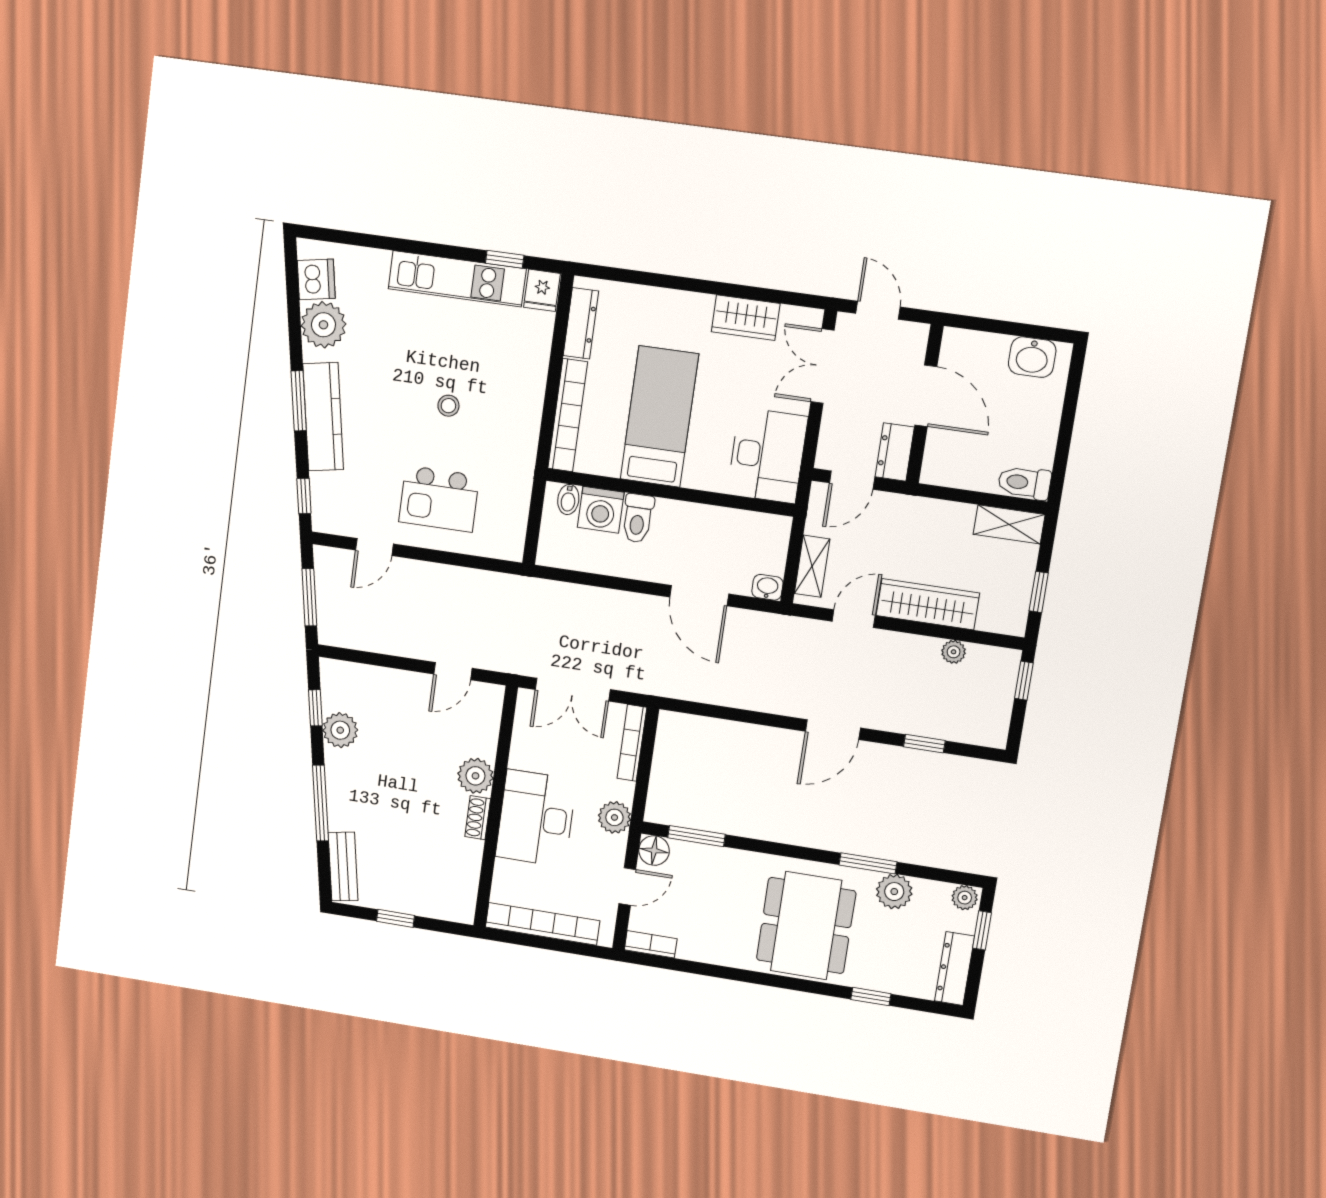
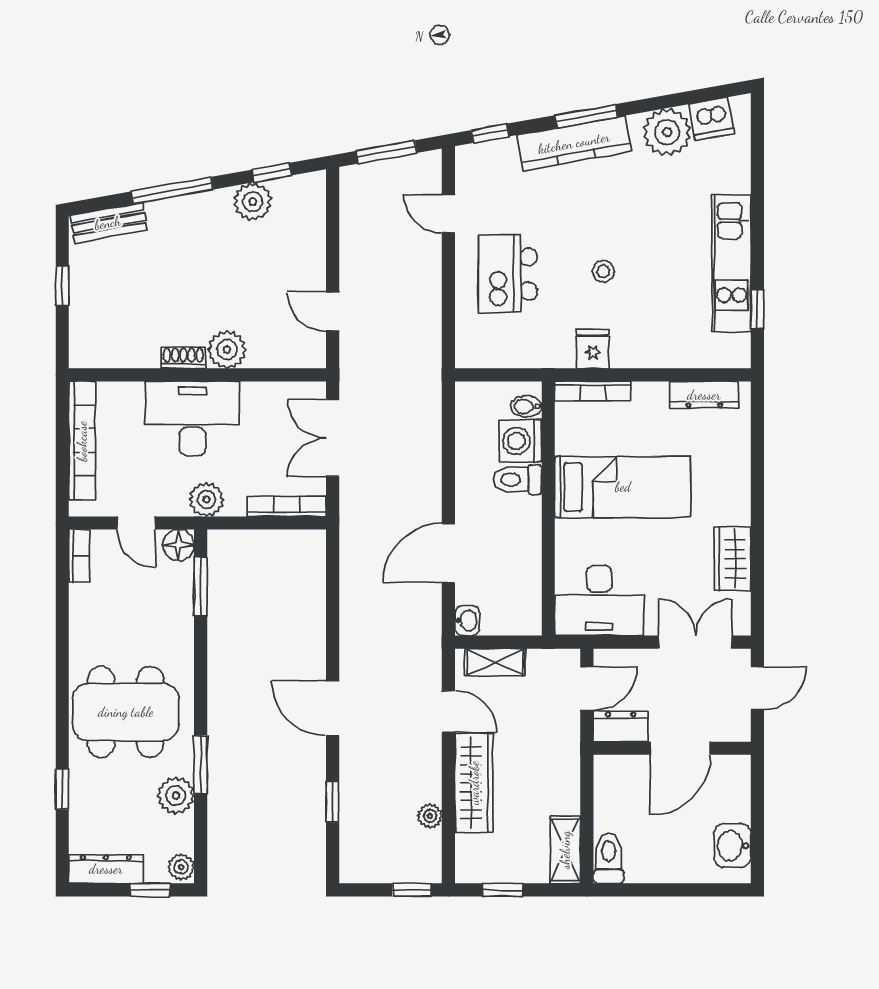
fridge: (542, 290) -> (593, 349), moved, turned 90
bookcase: (568, 415) -> (593, 391), width x0.68, depth x0.76
door: (852, 480) -> (587, 689), swing flipped

